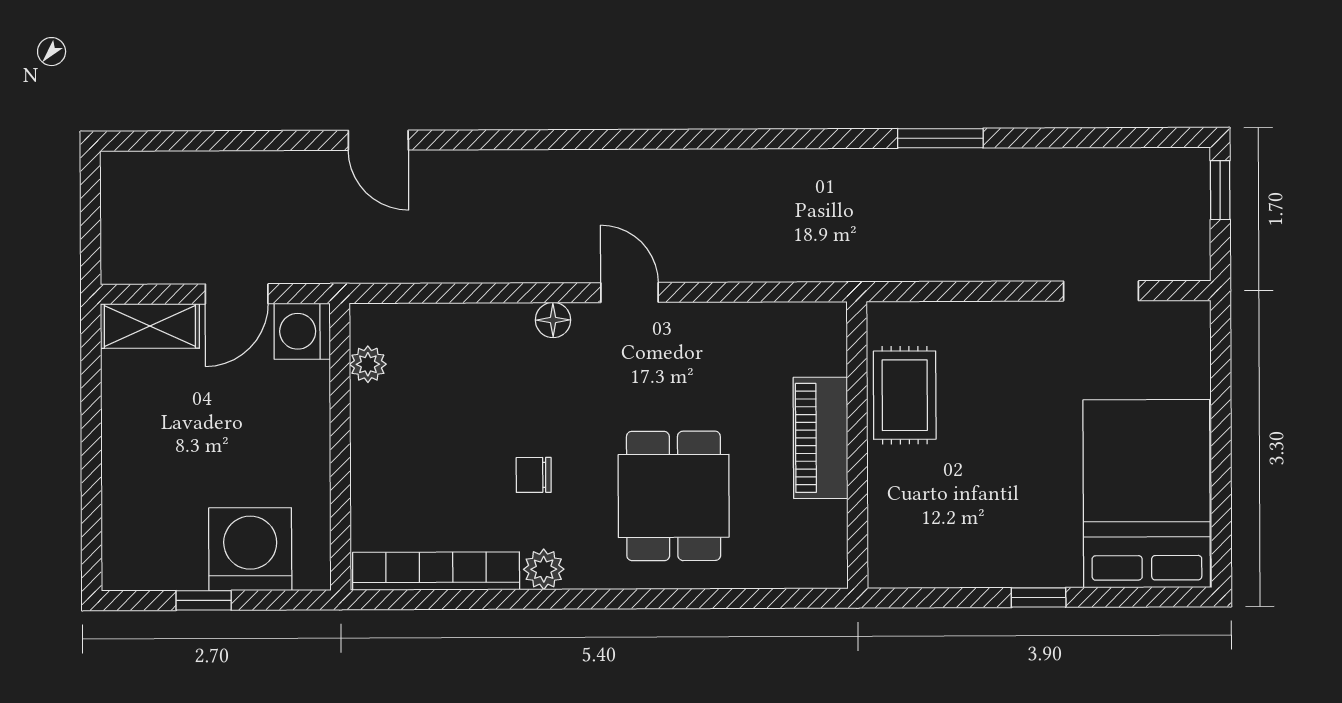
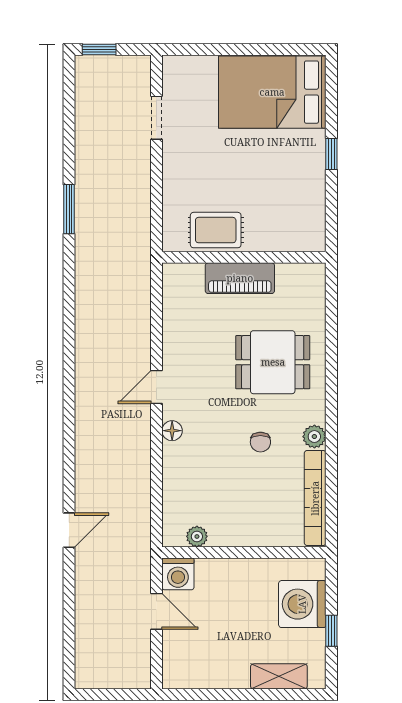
shelving: (150, 326) -> (279, 676), moved, turned 90

